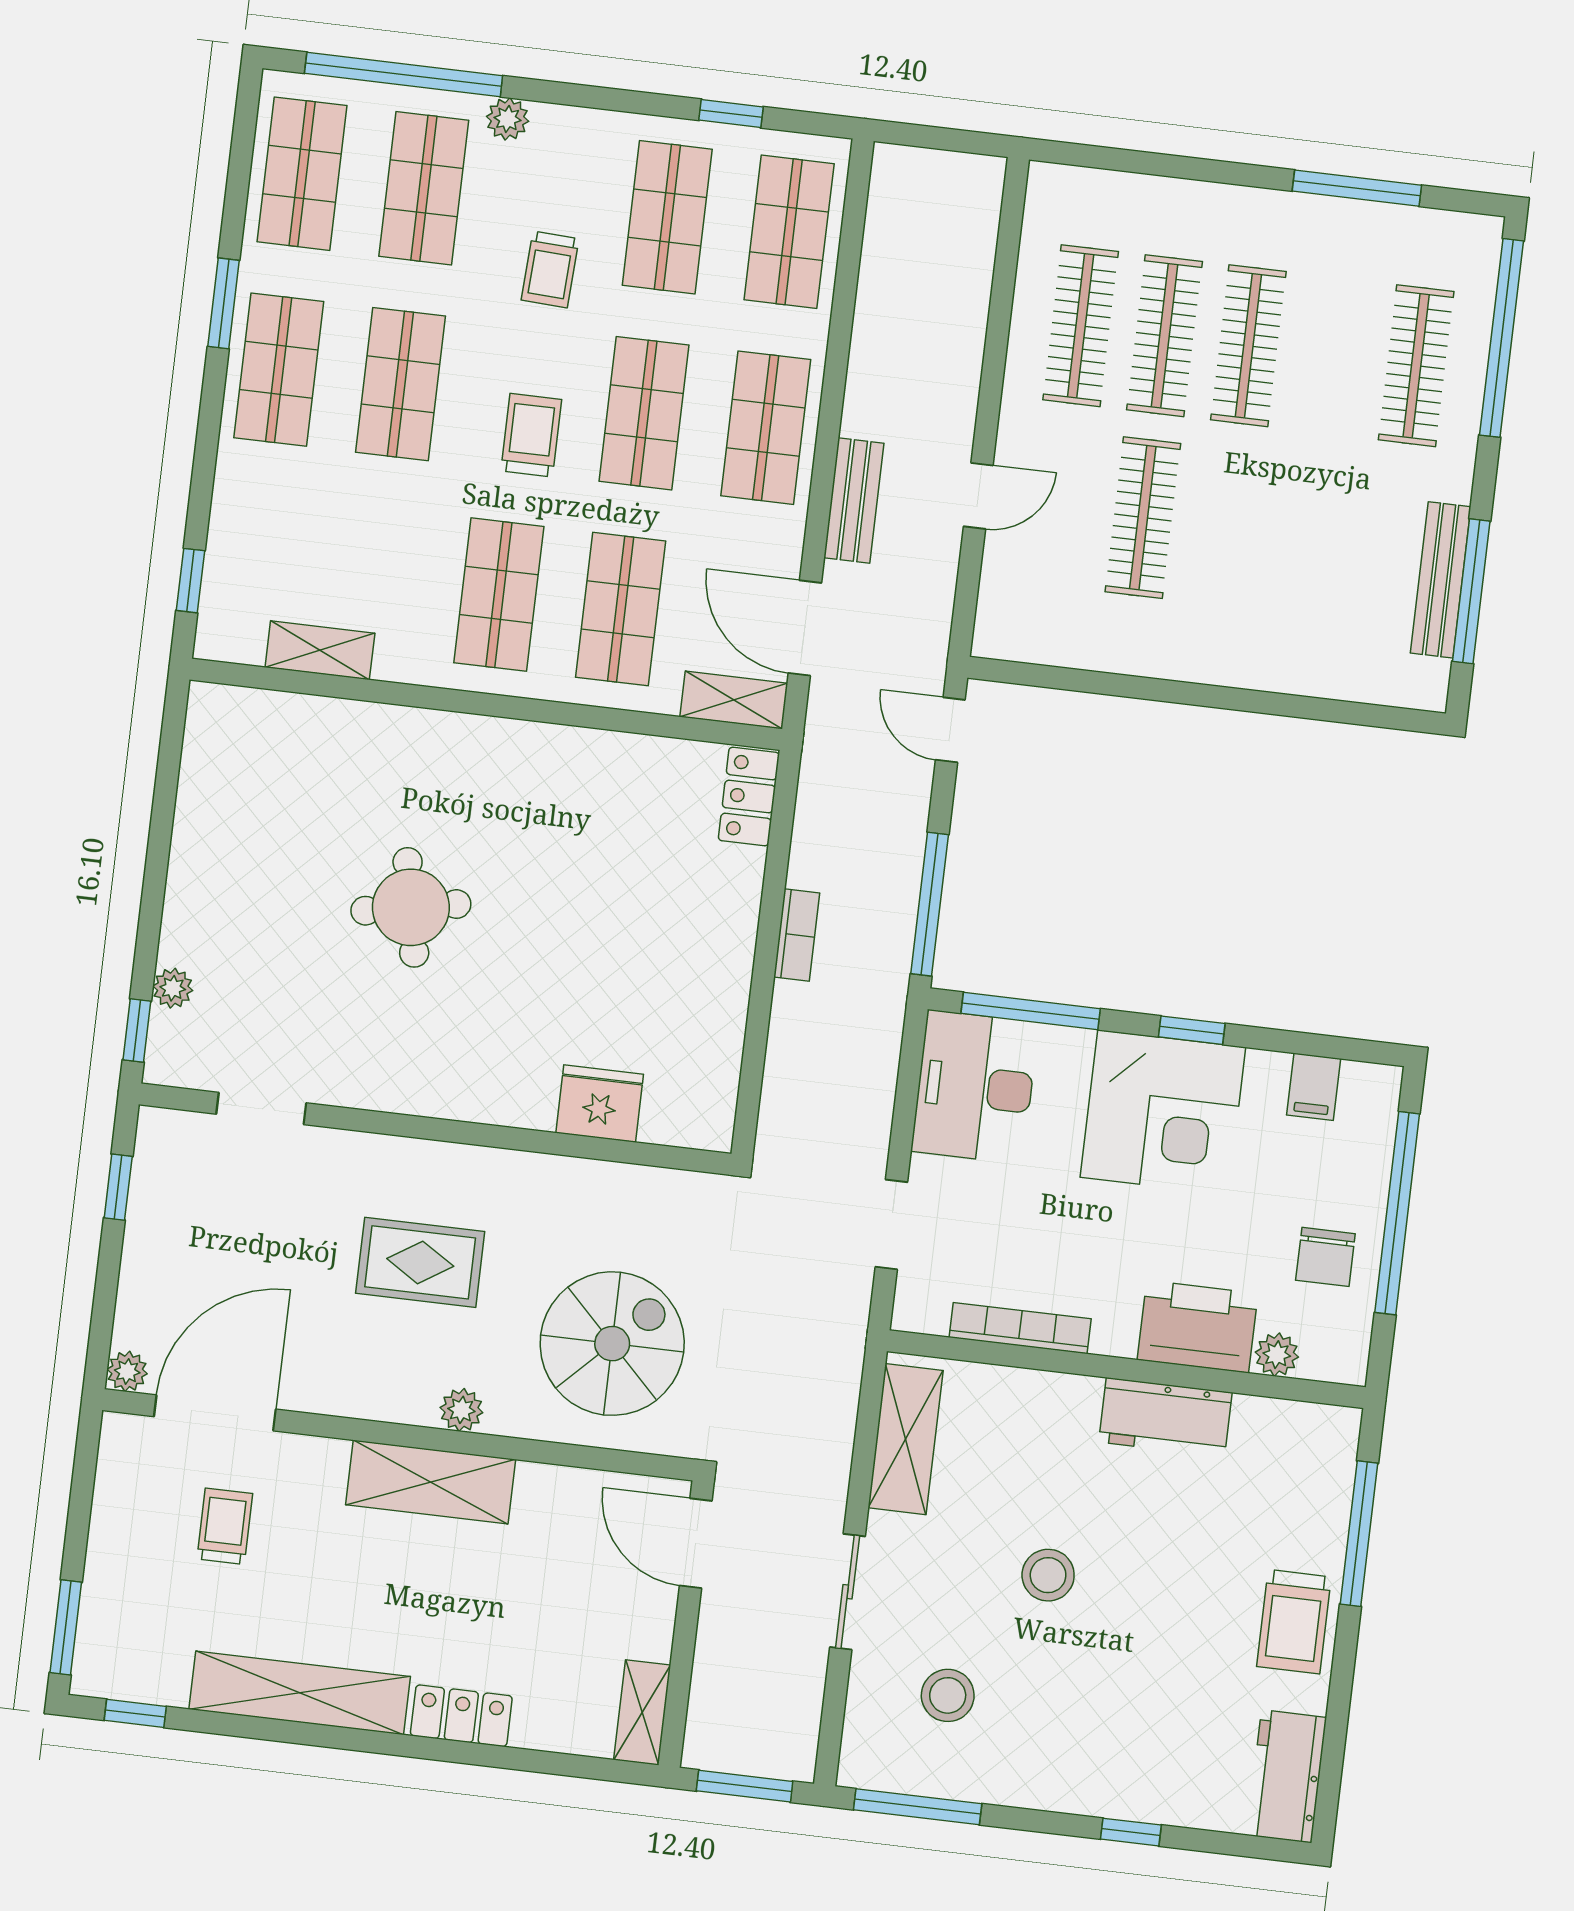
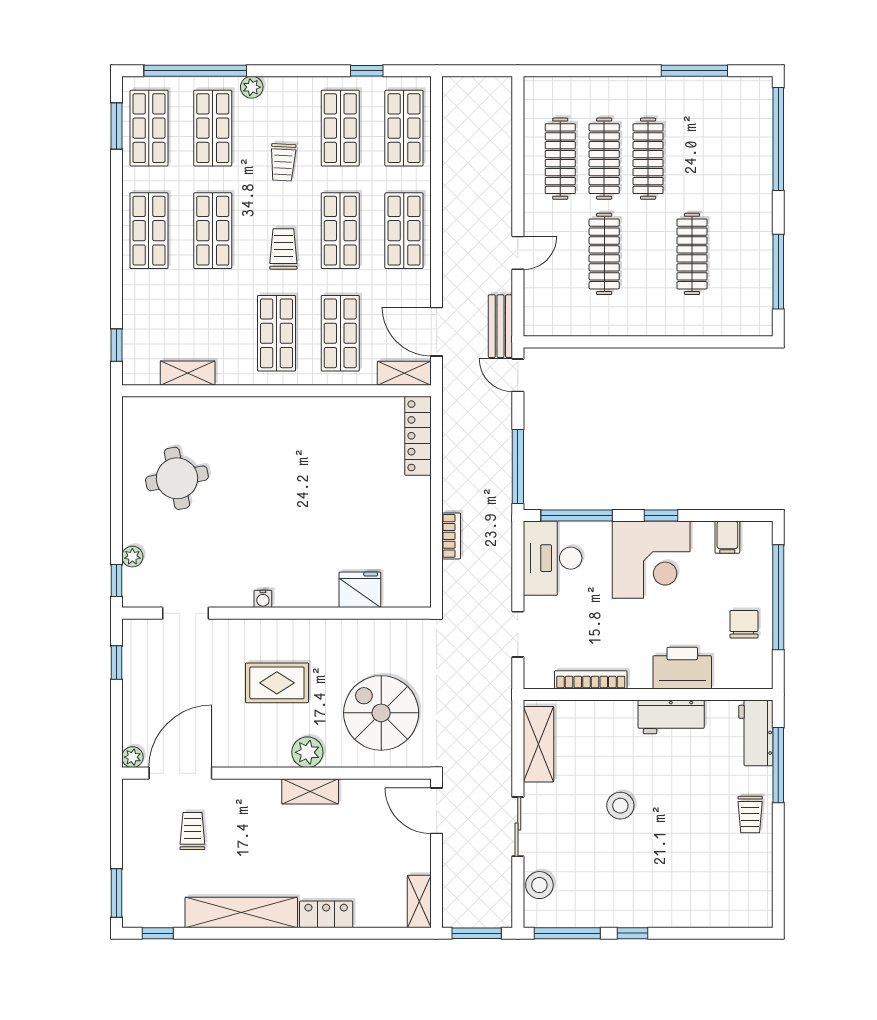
window: (224, 303) -> (116, 126), moved
clothes rail: (1416, 366) -> (692, 254), moved
bench: (854, 500) -> (500, 326), moved
bench: (1441, 580) -> (762, 268), removed
locker: (749, 797) -> (418, 436), width x1.53
round table: (411, 907) -> (177, 478), moved
bookcase: (797, 935) -> (451, 536), moved
water cooler: (412, 1099) -> (263, 599), added
chair: (1325, 1257) -> (744, 624), turned 180
spiral stairs: (612, 1344) -> (381, 713), turned -90
plant: (1277, 1355) -> (725, 678), removed
plant: (461, 1410) -> (307, 752), width x1.38, depth x1.38
shelving: (431, 1482) -> (310, 791), width x0.67, depth x0.75
trolley: (1294, 1622) -> (750, 815), width x0.73, depth x0.72
stool: (948, 1695) -> (539, 885), moved
workbench: (1286, 1776) -> (756, 733), moved
window: (1131, 1832) -> (632, 933), moved

